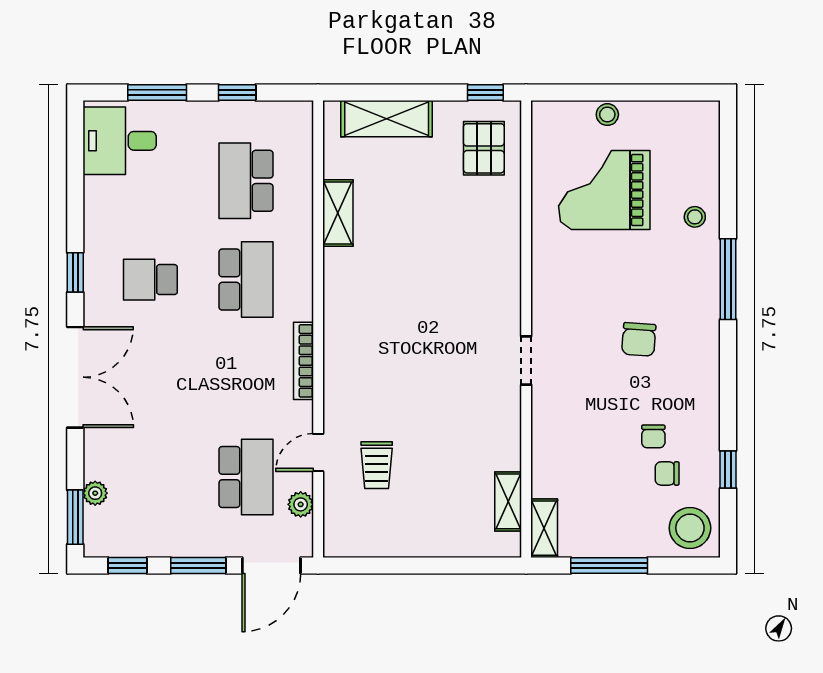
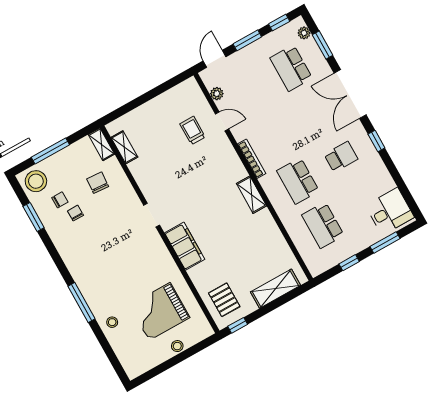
school desk: (246, 181) -> (323, 225), turned 180
grand piano: (604, 190) -> (160, 311), turned 180
shelving: (338, 213) -> (251, 195), moved
filing cabinet: (500, 277) -> (185, 246), added
chair: (639, 339) -> (98, 183), moved
door: (318, 452) -> (222, 121), hinge flipped
window: (728, 469) -> (34, 217), width x1.50
school desk: (246, 477) -> (291, 68), moved
plant: (95, 493) -> (304, 33), moved
window: (75, 517) -> (323, 45), moved
door: (271, 565) -> (215, 59), width x0.73
window: (609, 565) -> (50, 151), moved

